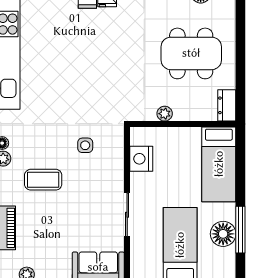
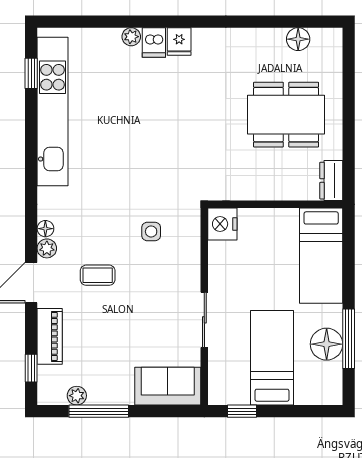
plant: (165, 114) -> (252, 191), removed
nightstand: (141, 159) -> (222, 224), moved
coffee table: (43, 180) -> (98, 275), width x0.73, depth x0.77

